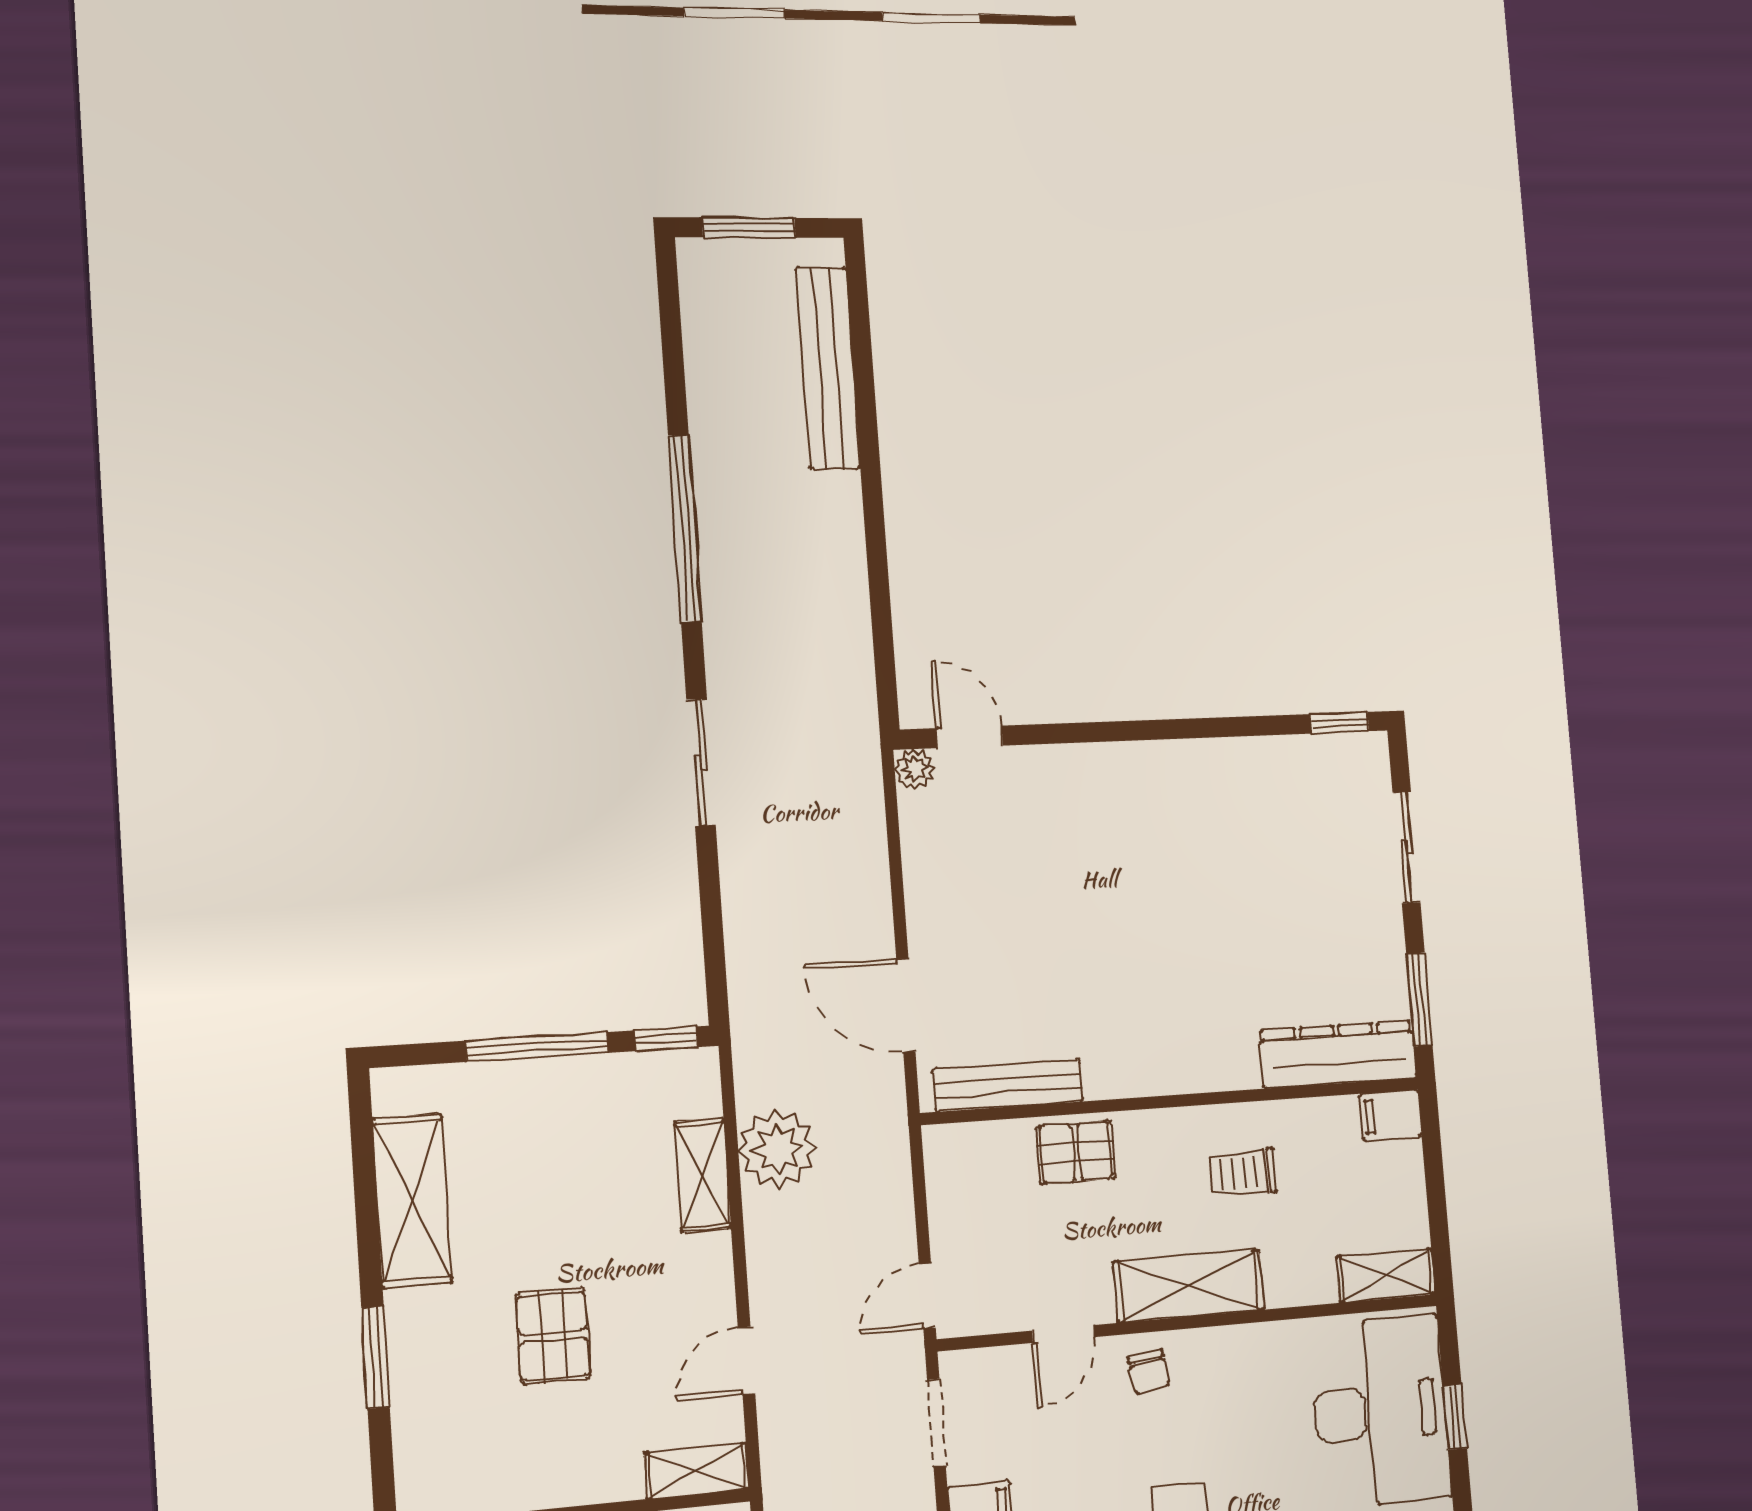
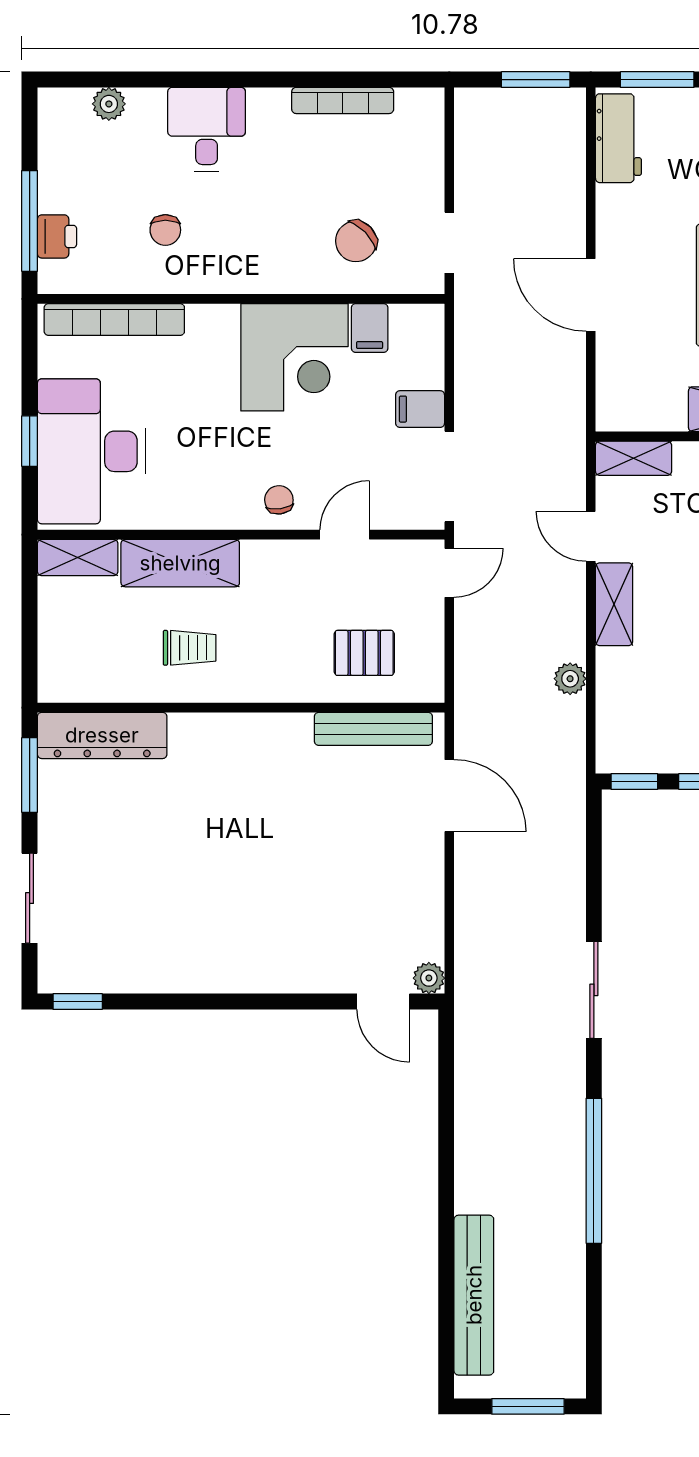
filing cabinet: (1390, 1115) -> (62, 684), removed
plant: (778, 1149) -> (570, 679), width x0.53, depth x0.53
pallet: (1076, 1152) -> (364, 653), moved
shelving: (703, 1175) -> (614, 604), moved
shelving: (1189, 1286) -> (180, 563), moved
door: (747, 1360) -> (591, 536), swing flipped
doorway: (936, 1423) -> (449, 476), width x1.38

